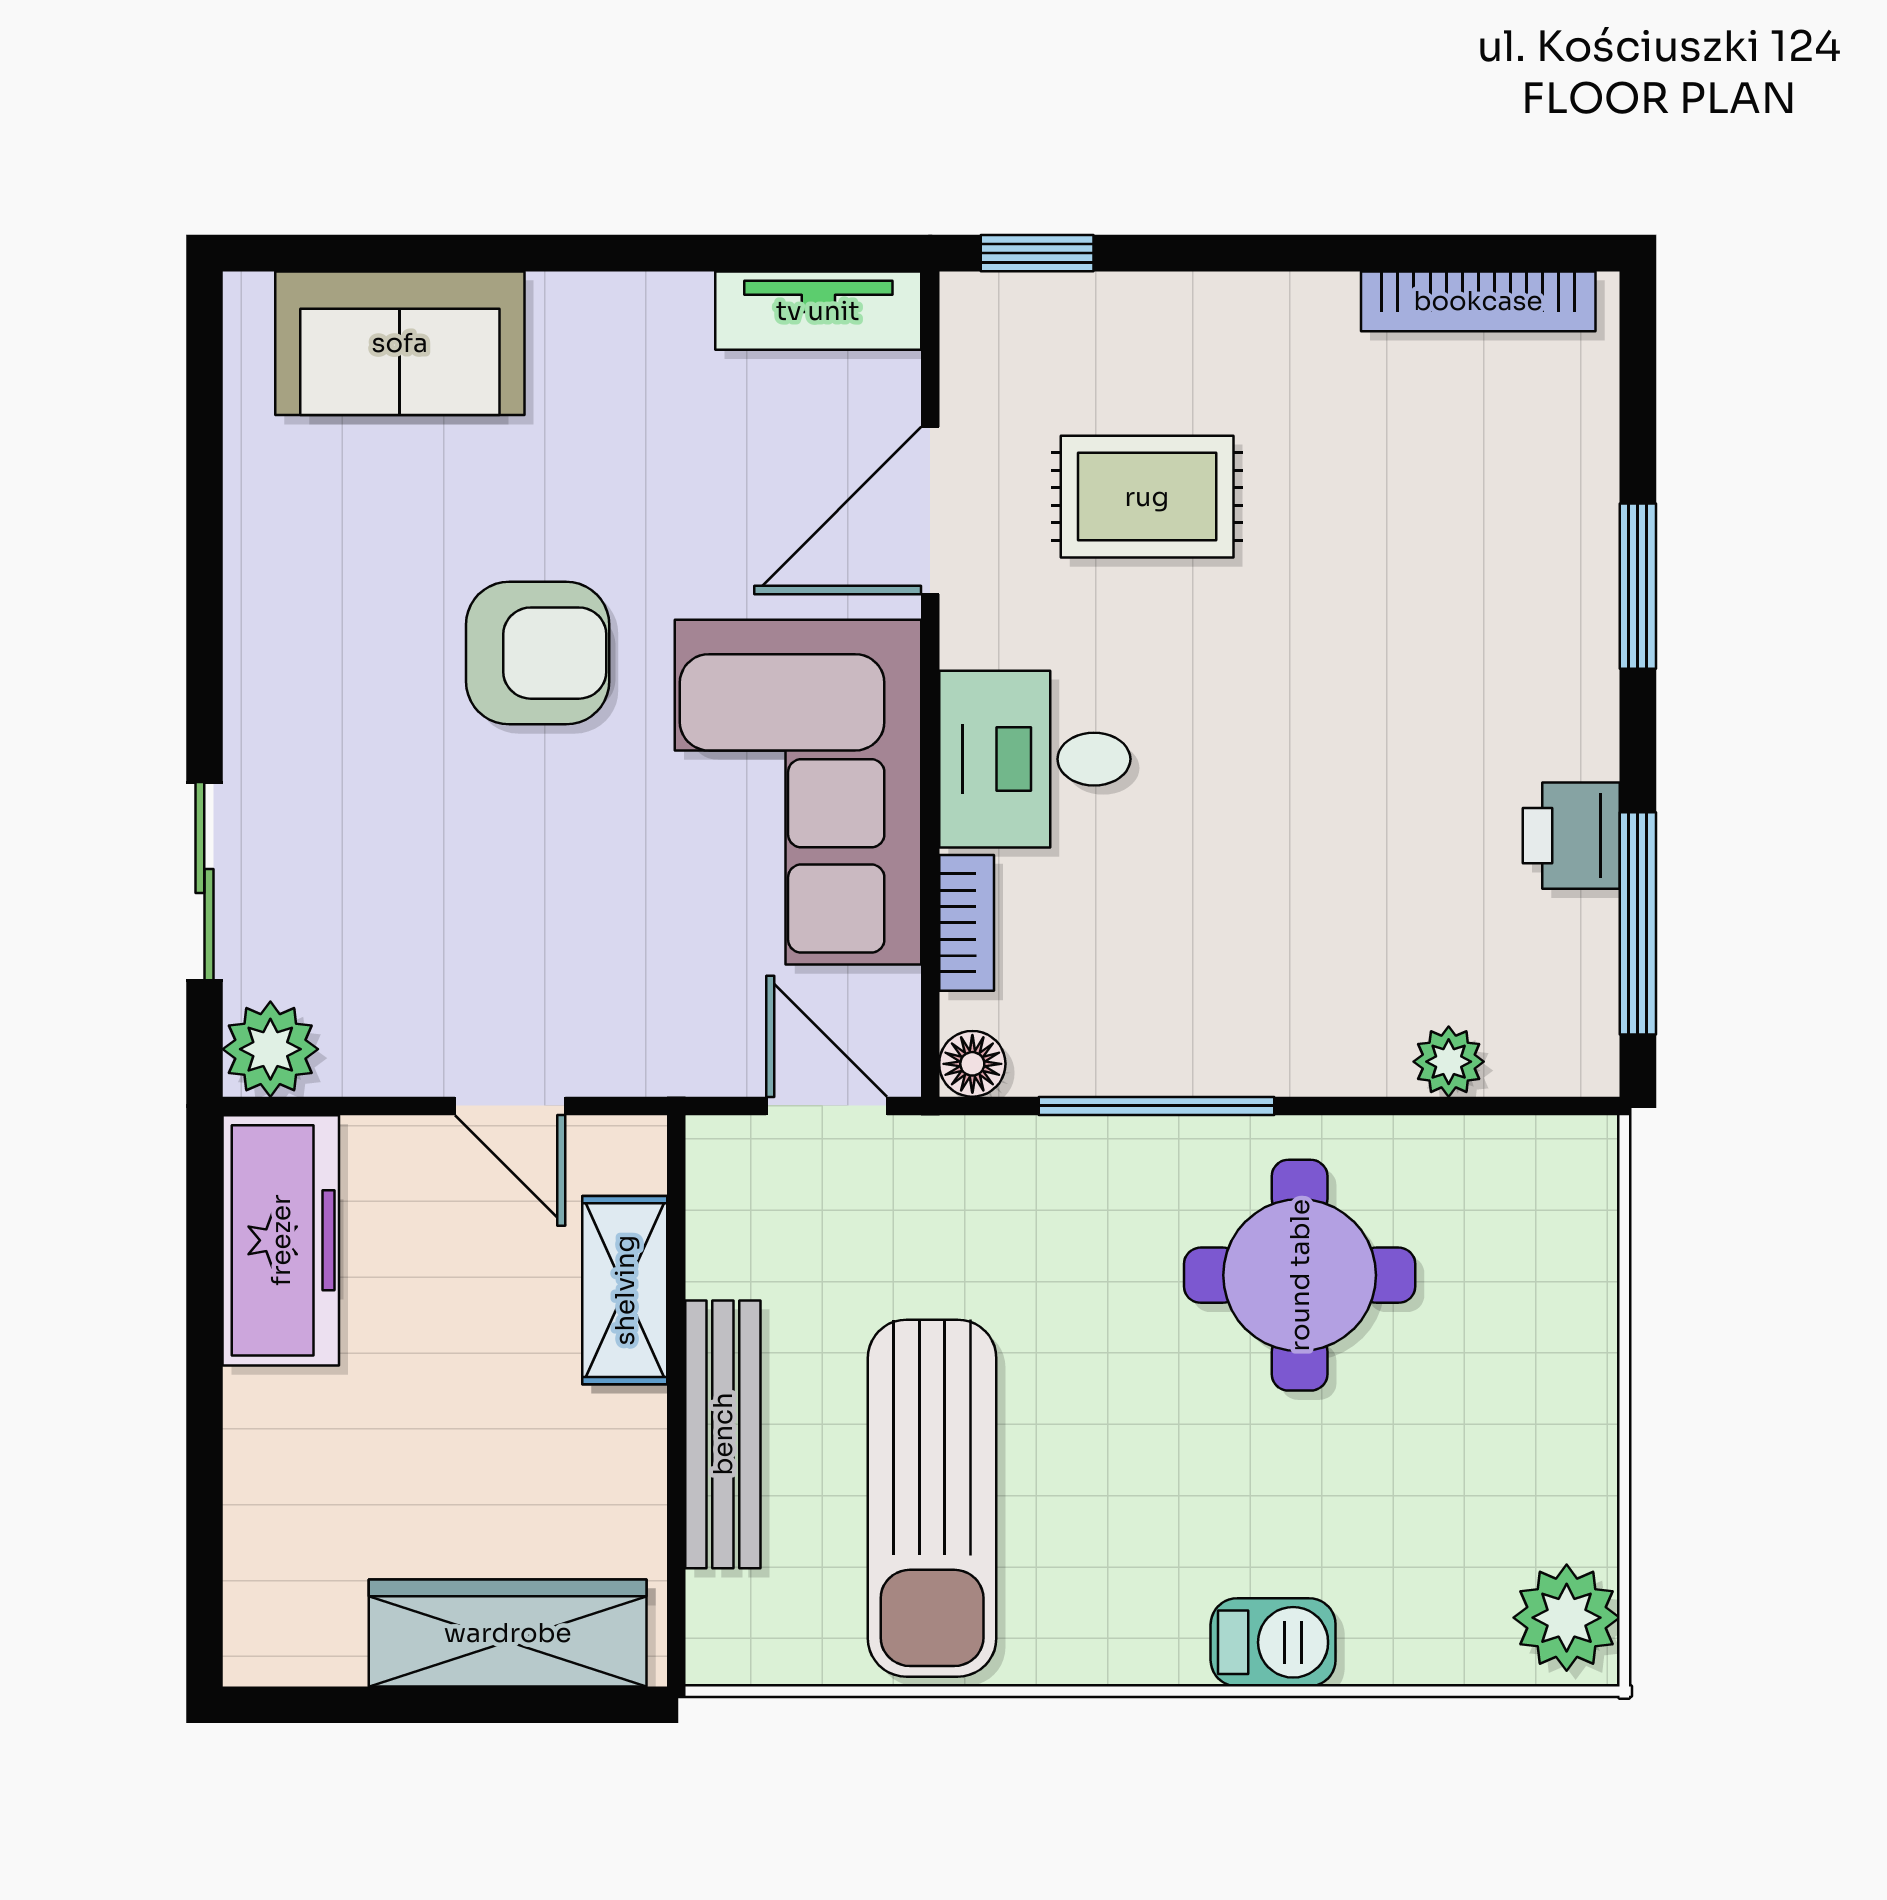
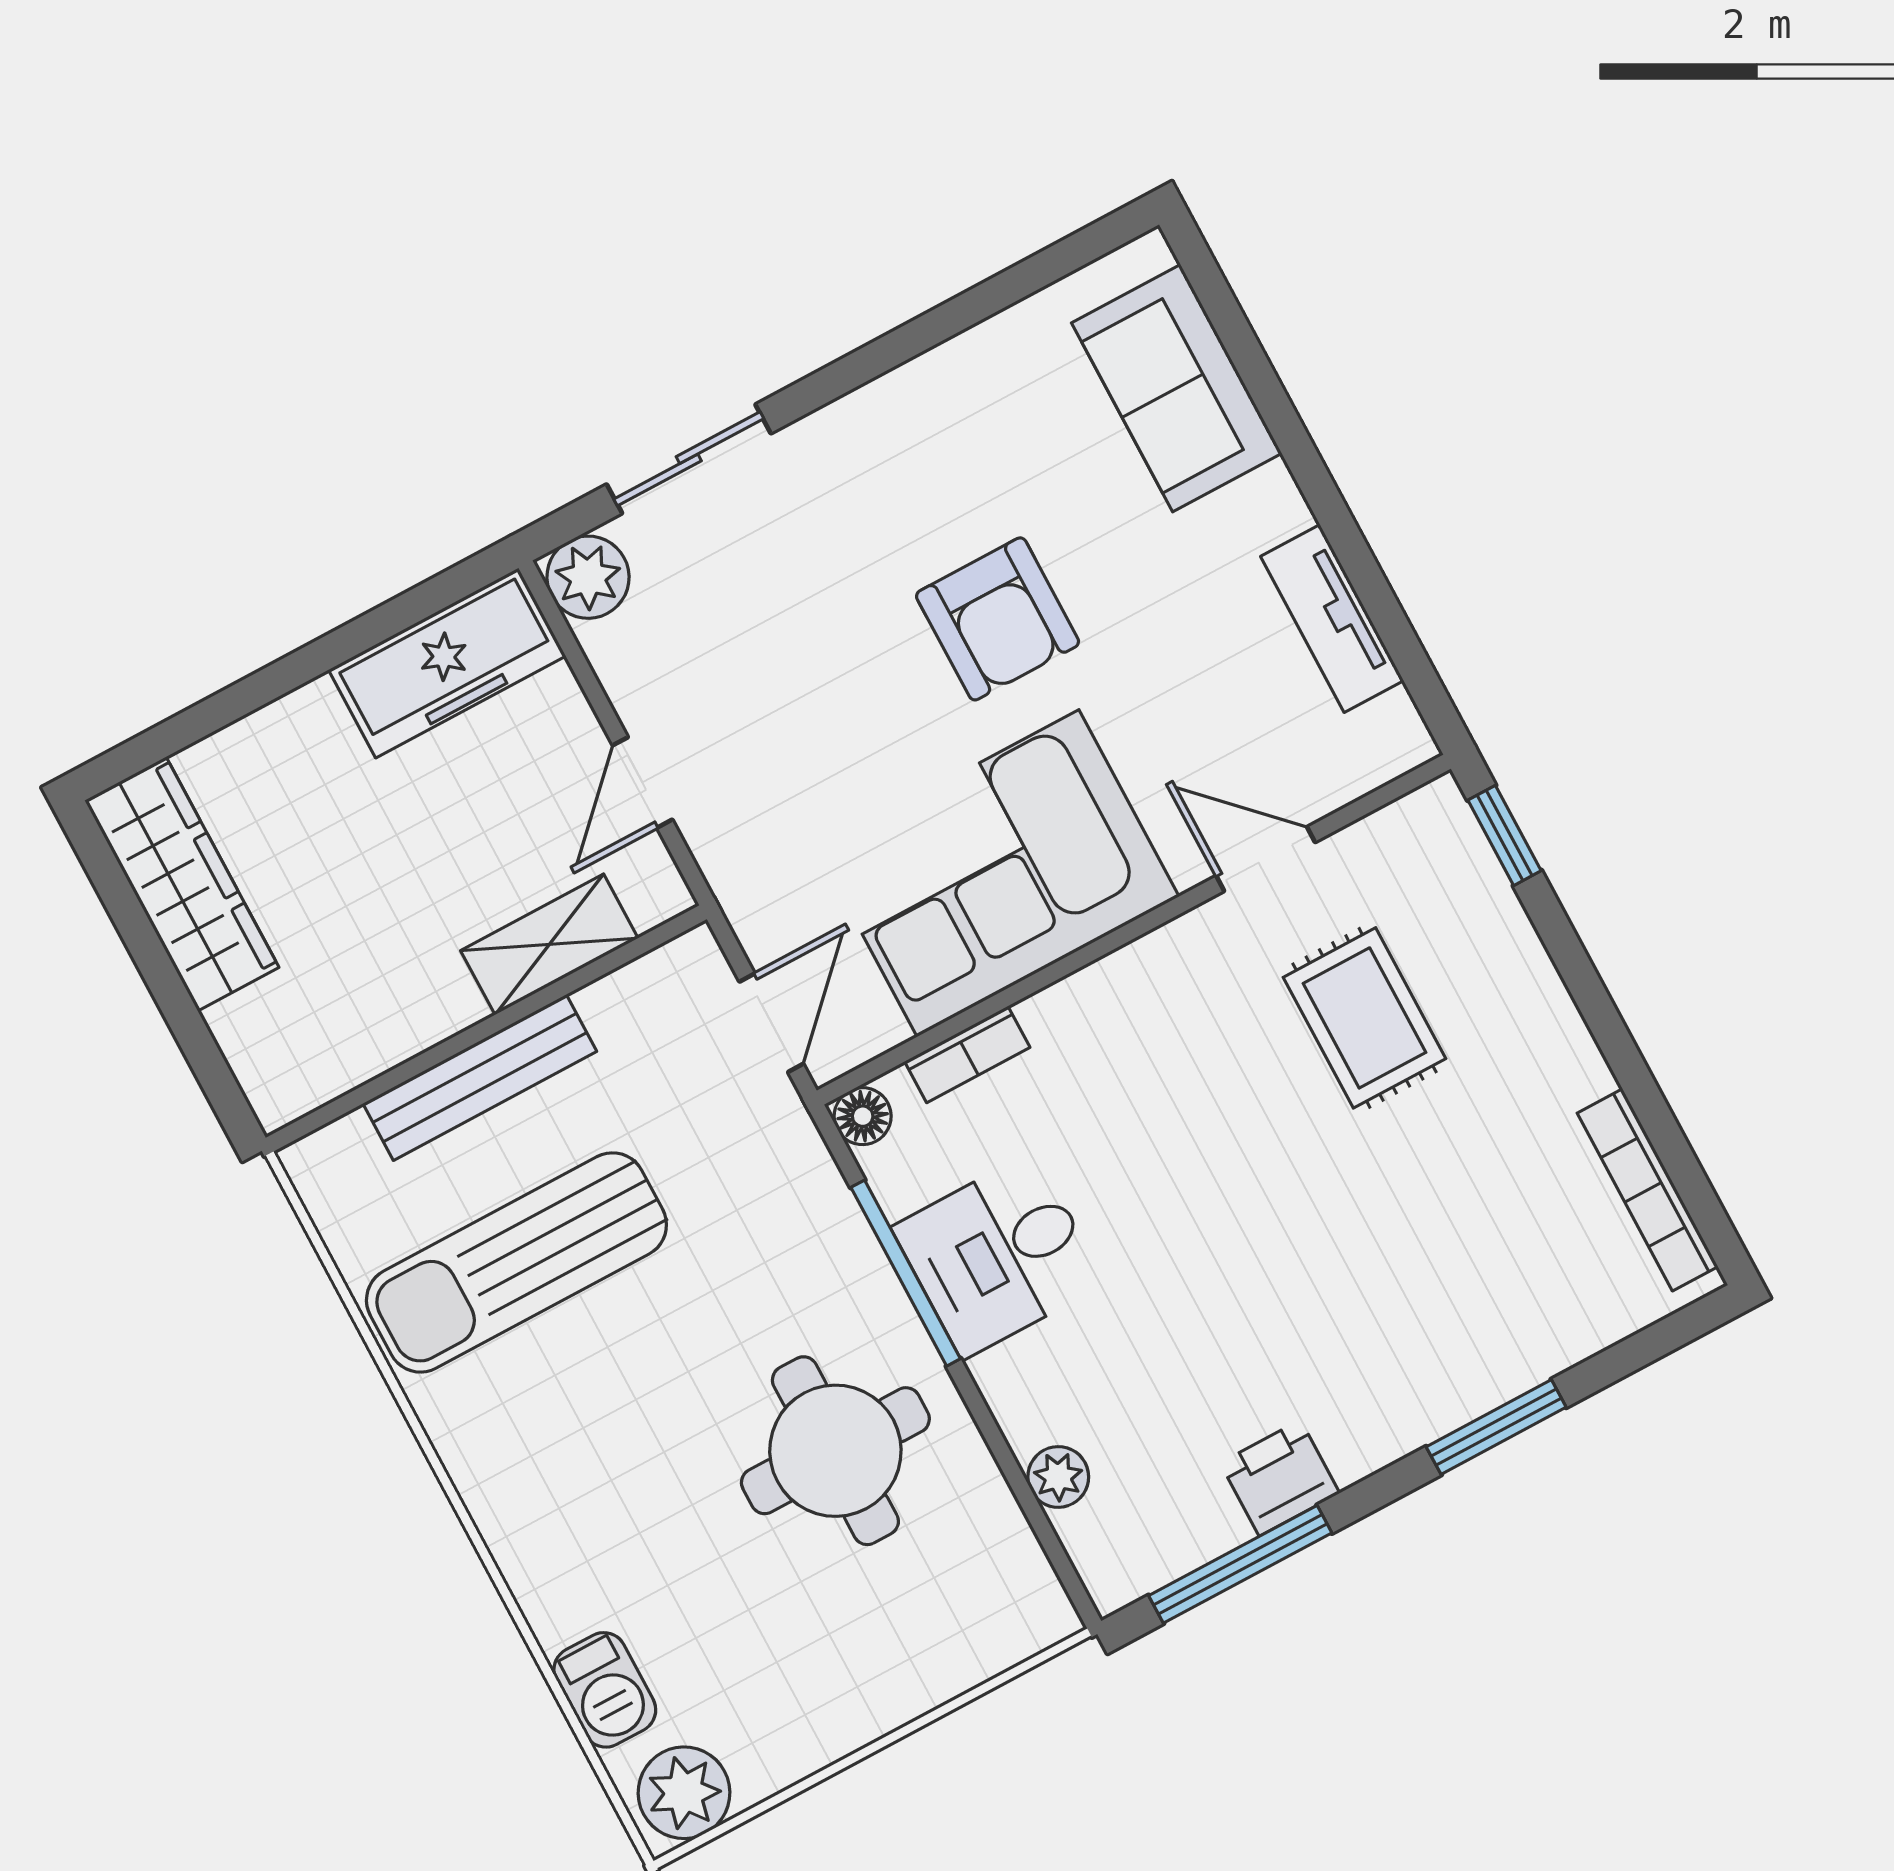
tv unit: (818, 311) -> (1332, 619), moved
door: (930, 510) -> (1266, 859), width x0.73
desk: (1035, 759) -> (998, 1255), moved, turned -90
wardrobe: (508, 1633) -> (182, 884), moved
barbecue: (1273, 1642) -> (605, 1690), moved

